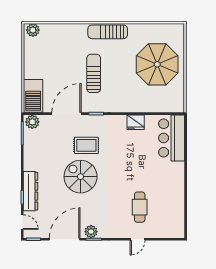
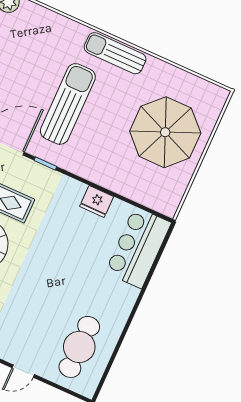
sun lounger: (94, 73) -> (68, 104), width x1.36, depth x1.34
cafe table: (140, 207) -> (79, 347), moved, width x1.37, depth x1.35

